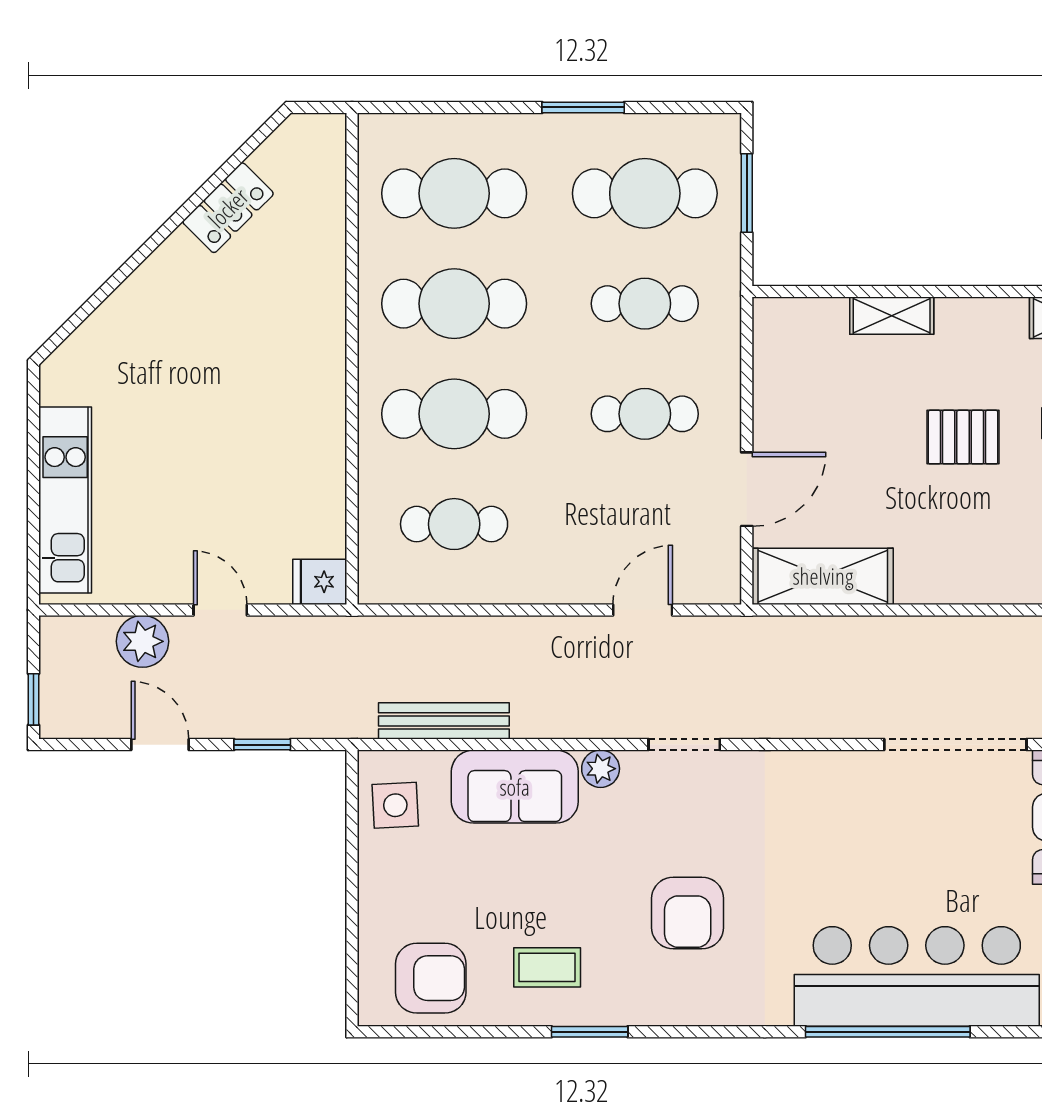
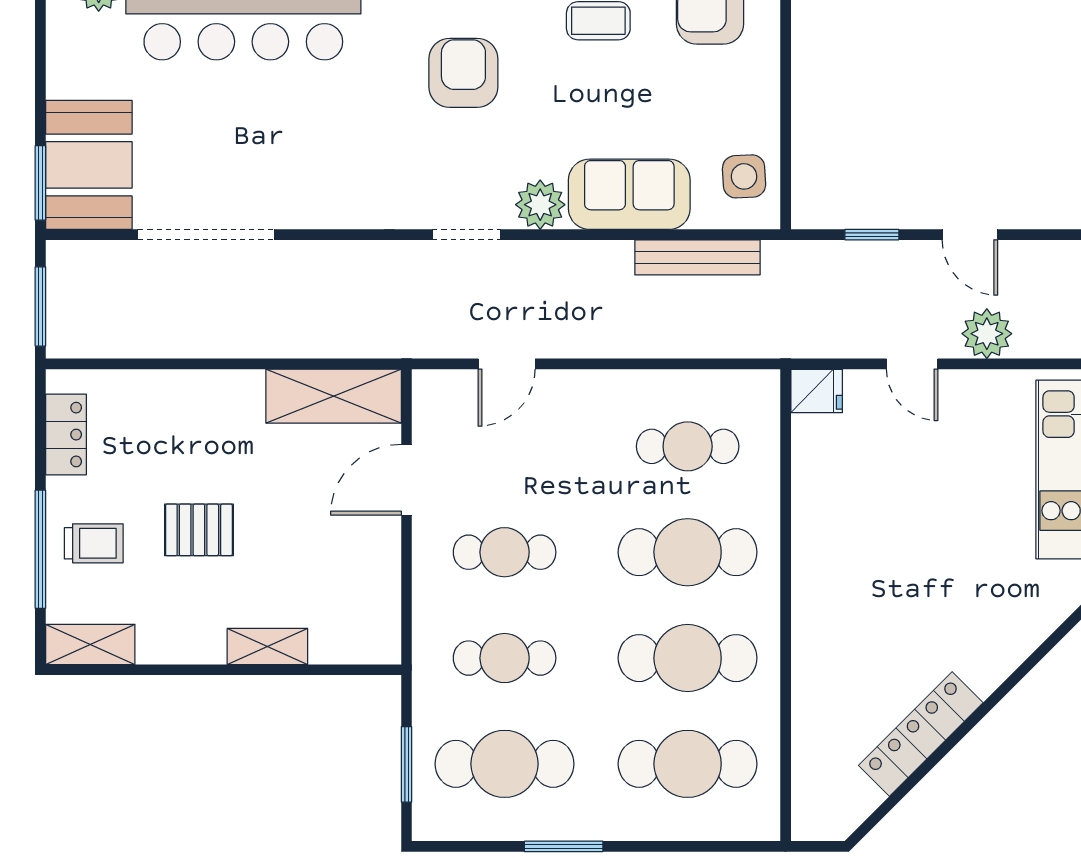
locker: (228, 208) -> (921, 734), width x1.53
plant: (601, 769) -> (540, 205), width x1.38, depth x1.38

